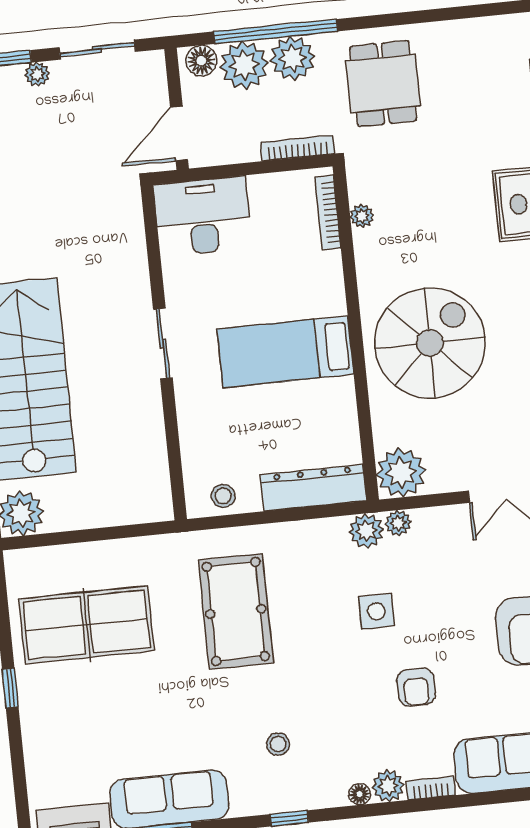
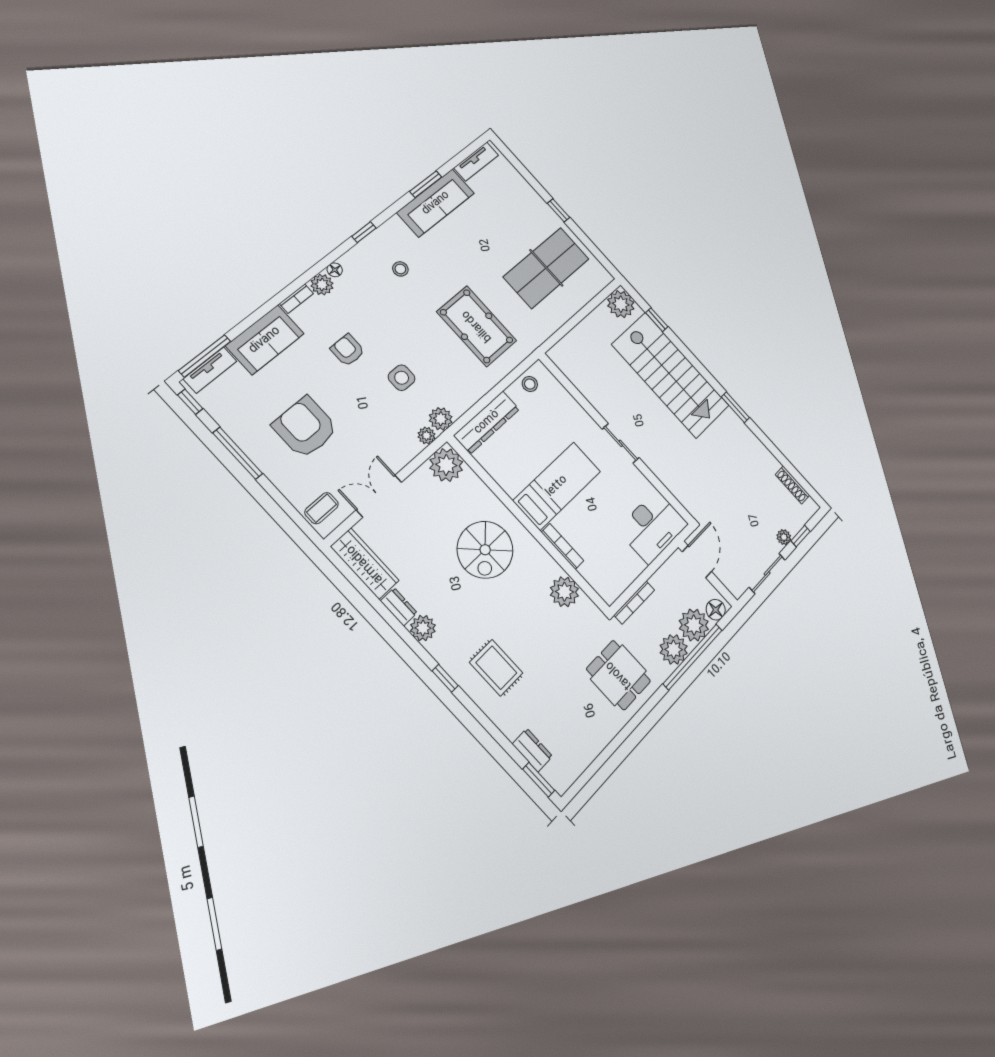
bookcase: (328, 213) -> (563, 546), moved
plant: (362, 216) -> (564, 592), width x1.87, depth x1.87
spiral stairs: (430, 343) -> (485, 550), width x0.73, depth x0.73

